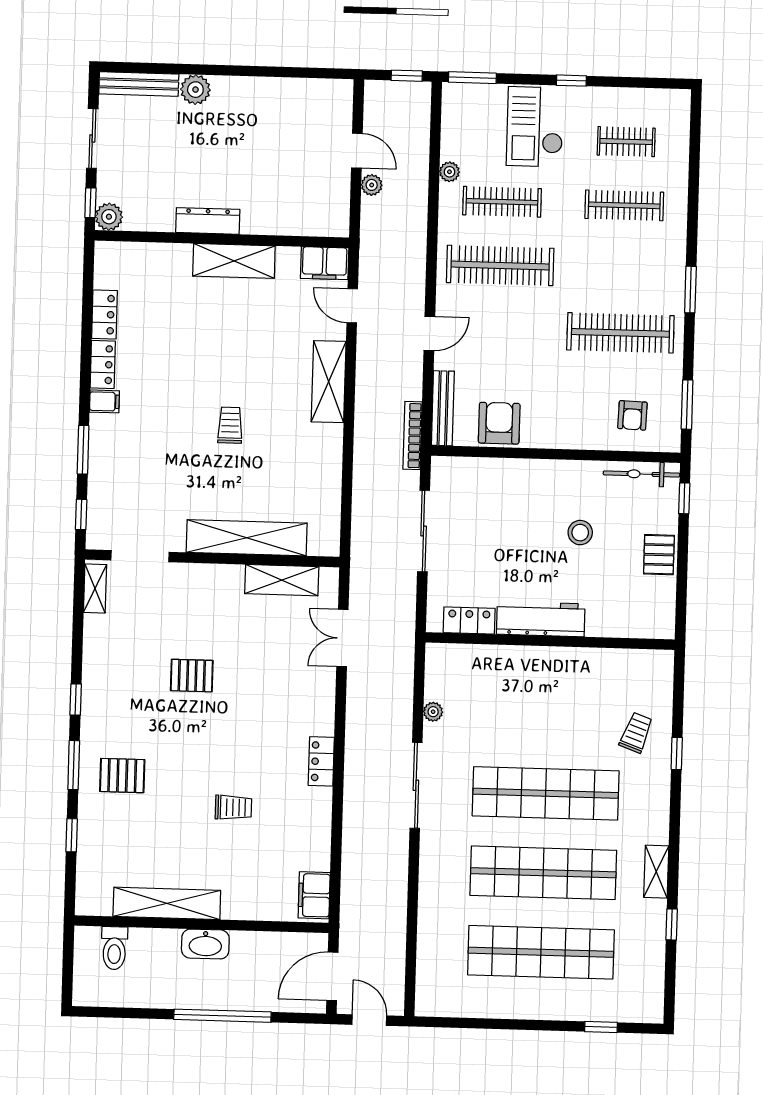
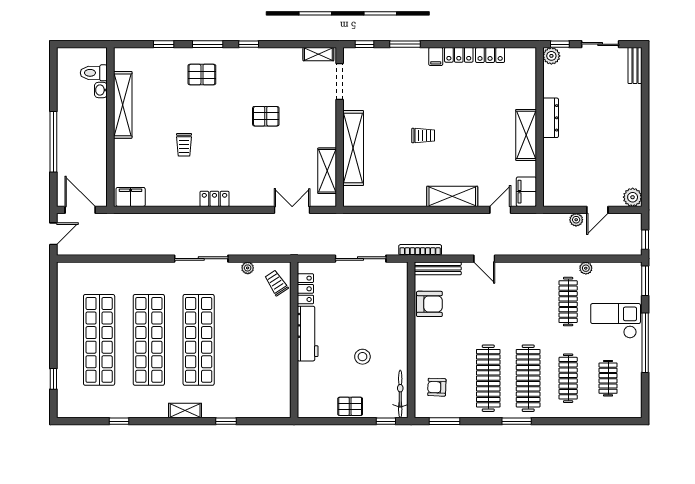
window: (571, 81) -> (645, 343), width x3.17
bench: (139, 84) -> (635, 65), width x0.73
plant: (195, 90) -> (633, 197), moved
clothes rail: (500, 265) -> (528, 378), moved
pallet: (192, 676) -> (266, 116), turned 90
trolley: (636, 733) -> (276, 283), moved, turned -143
pallet: (122, 776) -> (202, 75), turned 90
shelving: (656, 872) -> (185, 411), moved
washbasin: (205, 944) -> (101, 90), moved, width x0.52, depth x0.69

